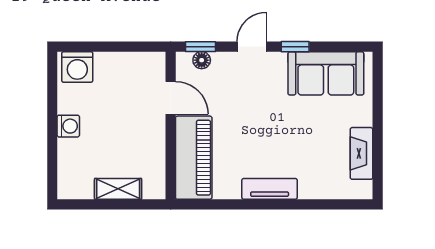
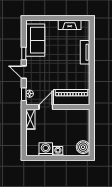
washing machine: (77, 67) -> (46, 149), moved, turned -90
boiler: (78, 184) -> (83, 147), added
shelving: (118, 189) -> (30, 119), moved
tv unit: (270, 189) -> (85, 52), moved

